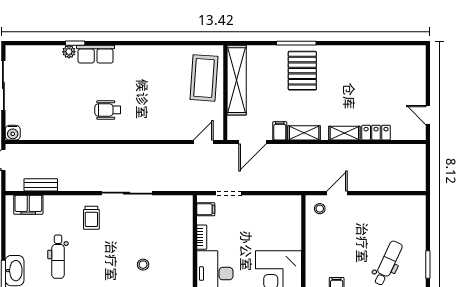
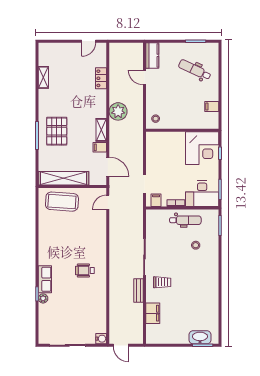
pallet: (302, 71) -> (57, 131), turned 90
wheelchair: (108, 110) -> (85, 271), turned 90
shelving: (344, 133) -> (43, 77), moved
door: (203, 142) -> (108, 202), hinge flipped
plant: (330, 156) -> (118, 111), added
bench: (41, 185) -> (139, 291), moved
door: (337, 193) -> (144, 77), moved
kitchen counter: (408, 204) -> (152, 55), added
filing cabinet: (28, 205) -> (153, 313), moved
dental chair: (58, 257) -> (185, 220), moved

